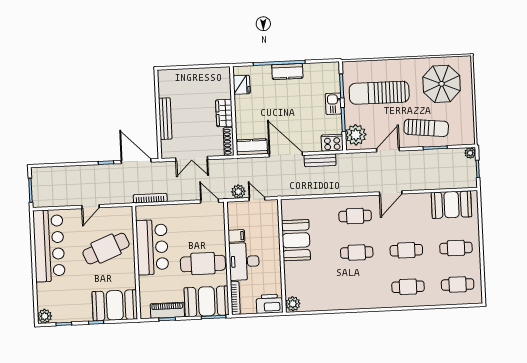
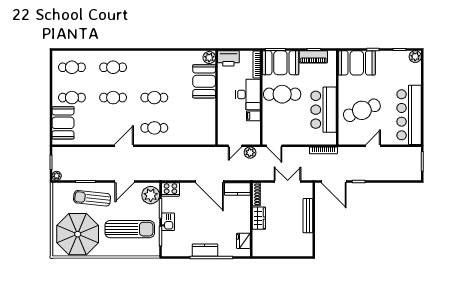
parasol: (442, 84) -> (78, 234), width x1.36, depth x1.36
bench: (320, 160) -> (181, 175), removed
door: (257, 199) -> (235, 146), hinge flipped
booth: (451, 205) -> (63, 123), moved, turned 90
booth: (296, 240) -> (204, 81), moved

